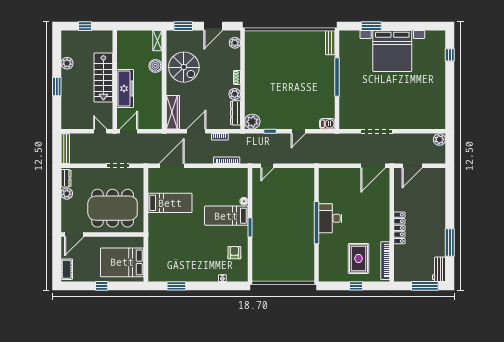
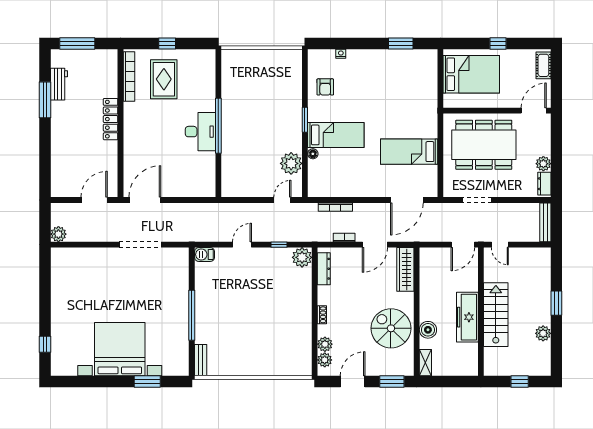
freezer: (125, 89) -> (467, 317), moved
plant: (235, 94) -> (325, 344), moved
plant: (261, 194) -> (291, 163), added
workbench: (439, 269) -> (59, 84), moved

